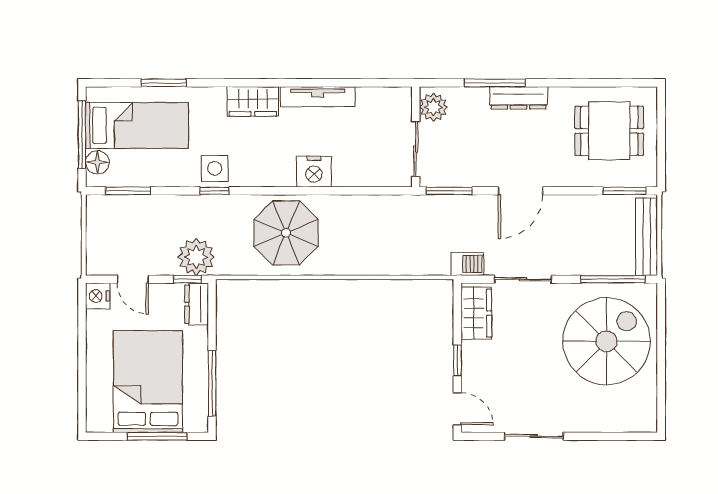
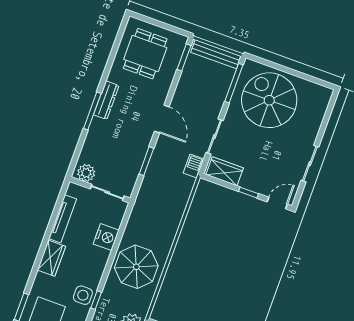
plant: (433, 107) -> (86, 173), moved
wall: (416, 137) -> (100, 190), moved
sliding door: (416, 149) -> (107, 192), moved

